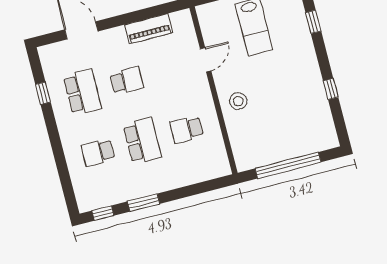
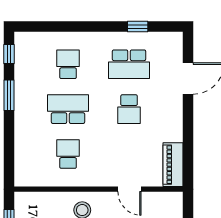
piano: (149, 29) -> (173, 165), moved
school desk: (142, 141) -> (68, 109), turned 180

